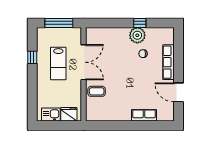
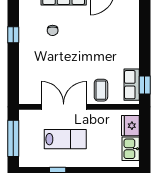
plant: (137, 35) -> (29, 38), removed
row of seats: (144, 115) -> (132, 85), moved
window: (100, 126) -> (145, 85), added

